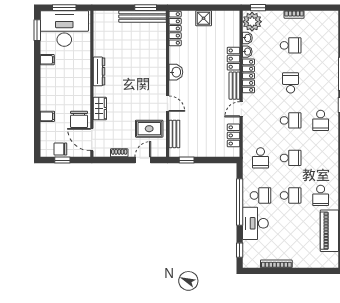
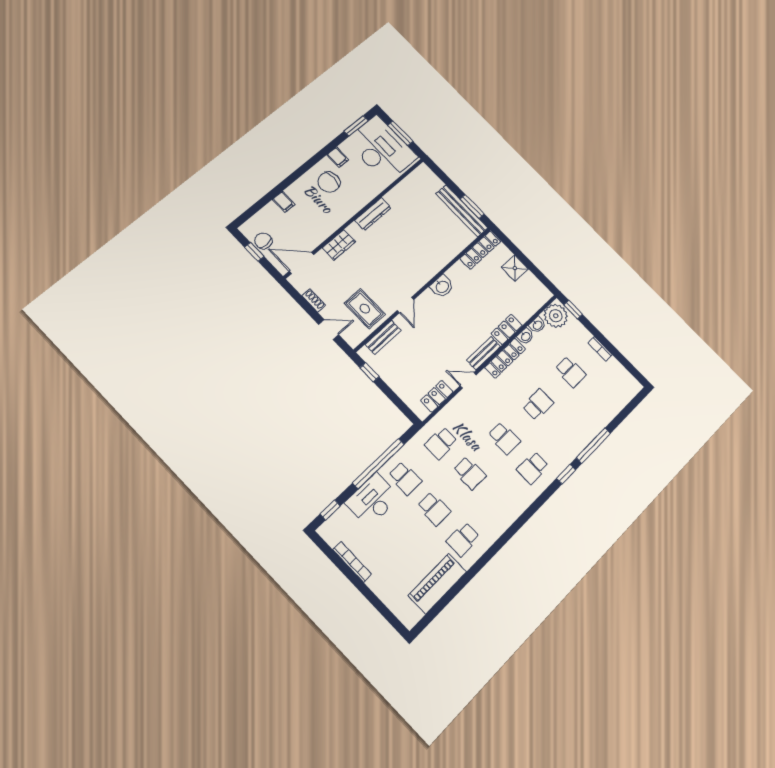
chair: (79, 119) -> (329, 182), moved
door: (92, 140) -> (301, 263), hinge flipped

